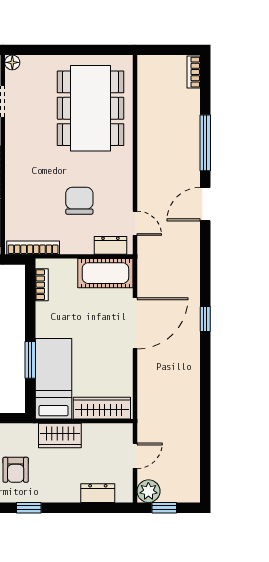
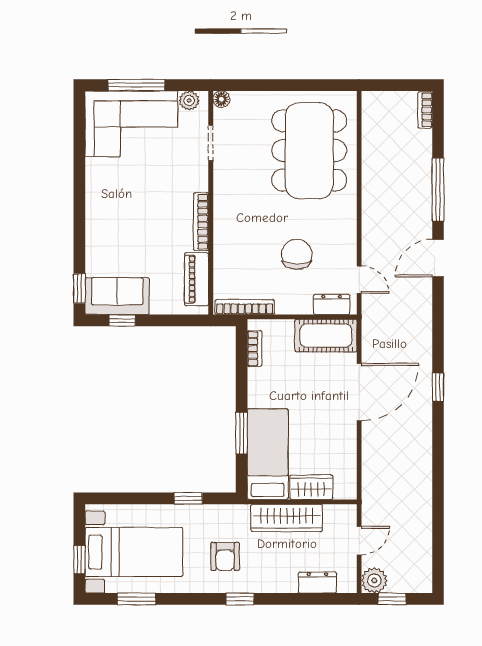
wardrobe: (102, 408) -> (311, 487), width x0.67
wardrobe: (60, 436) -> (287, 518), width x1.50

